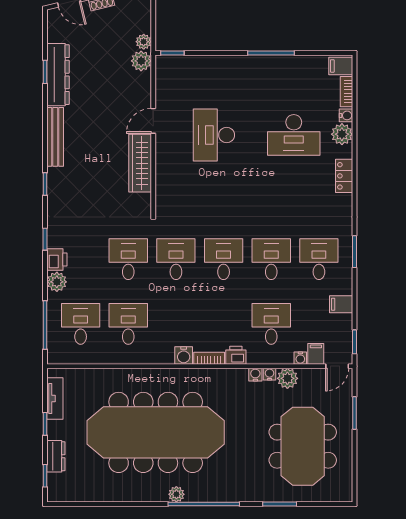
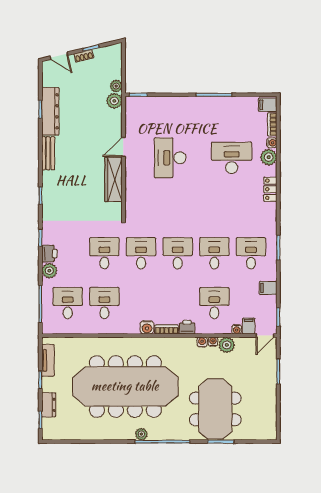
desk: (294, 135) -> (232, 158), turned 180
bench: (55, 137) -> (48, 153), width x0.73
meeting table: (303, 446) -> (215, 409), moved

